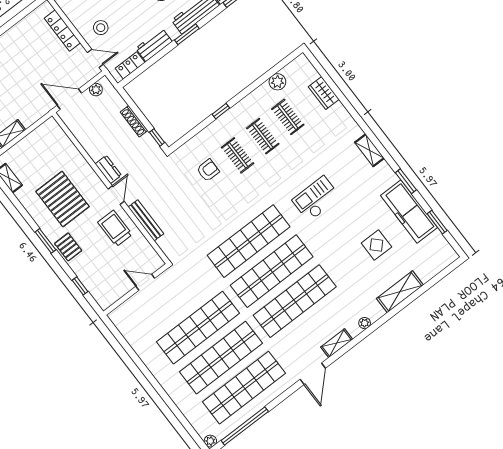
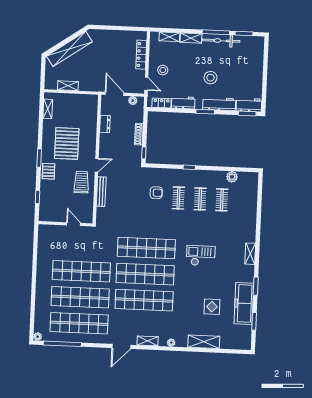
wardrobe: (324, 93) -> (251, 203), removed
dresser: (108, 170) -> (105, 124), moved

